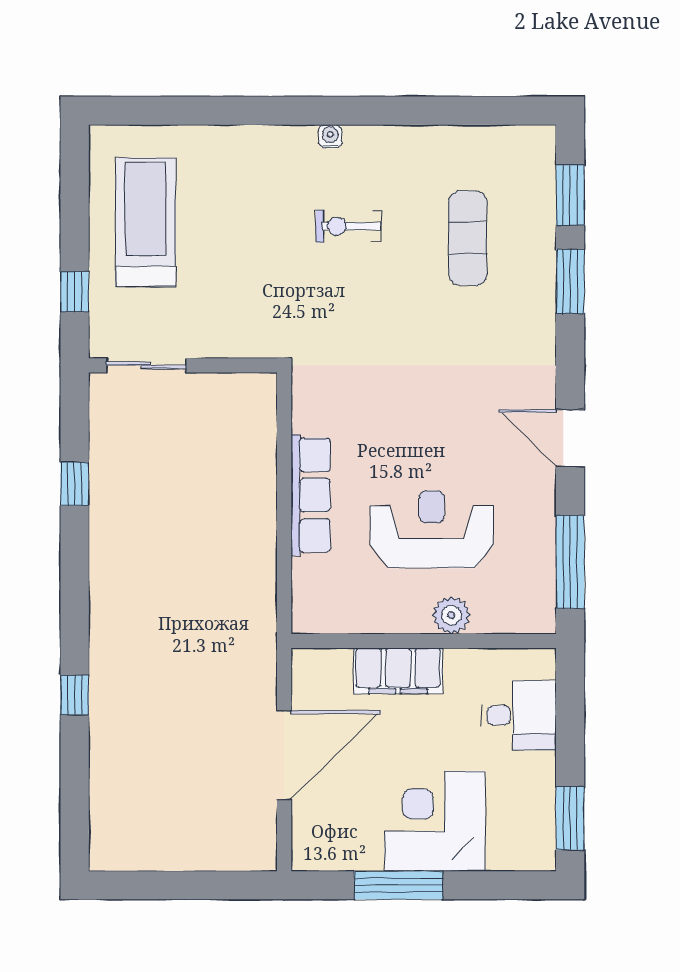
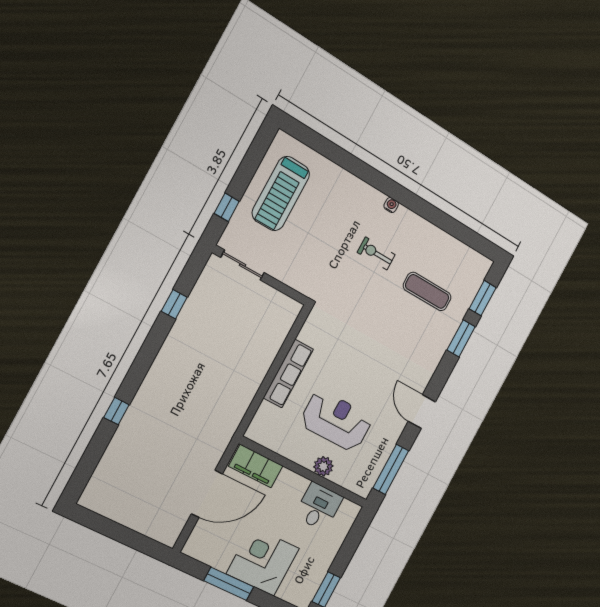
treadmill: (146, 222) -> (281, 194), turned 180
exercise mat: (468, 238) -> (427, 291), turned 90
filing cabinet: (398, 671) -> (256, 466), moved
desk: (519, 715) -> (319, 507), moved, turned -90

